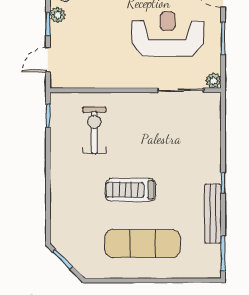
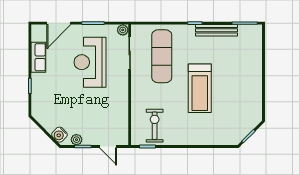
exercise bike: (94, 130) -> (155, 126), moved, turned 90
treadmill: (131, 190) -> (200, 88), width x1.37, depth x1.38
exercise mat: (143, 244) -> (162, 56), moved

